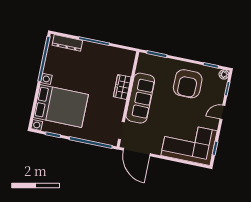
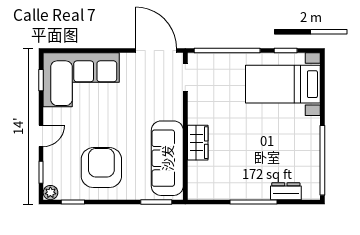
dresser: (67, 43) -> (286, 191), width x0.70
sofa: (140, 98) -> (167, 158), moved
bed with nightstands: (61, 106) -> (283, 84), width x0.73

